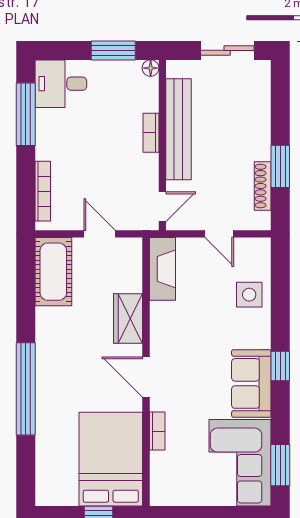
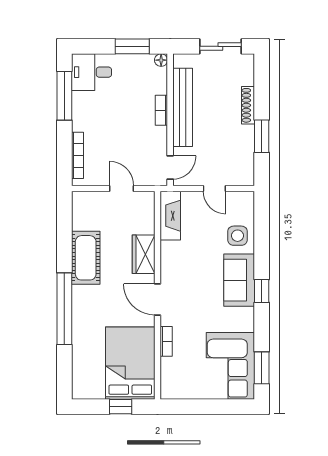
shoe rack: (263, 186) -> (248, 105), moved
cot: (53, 272) -> (86, 258), moved
sofa: (251, 383) -> (239, 280), moved

